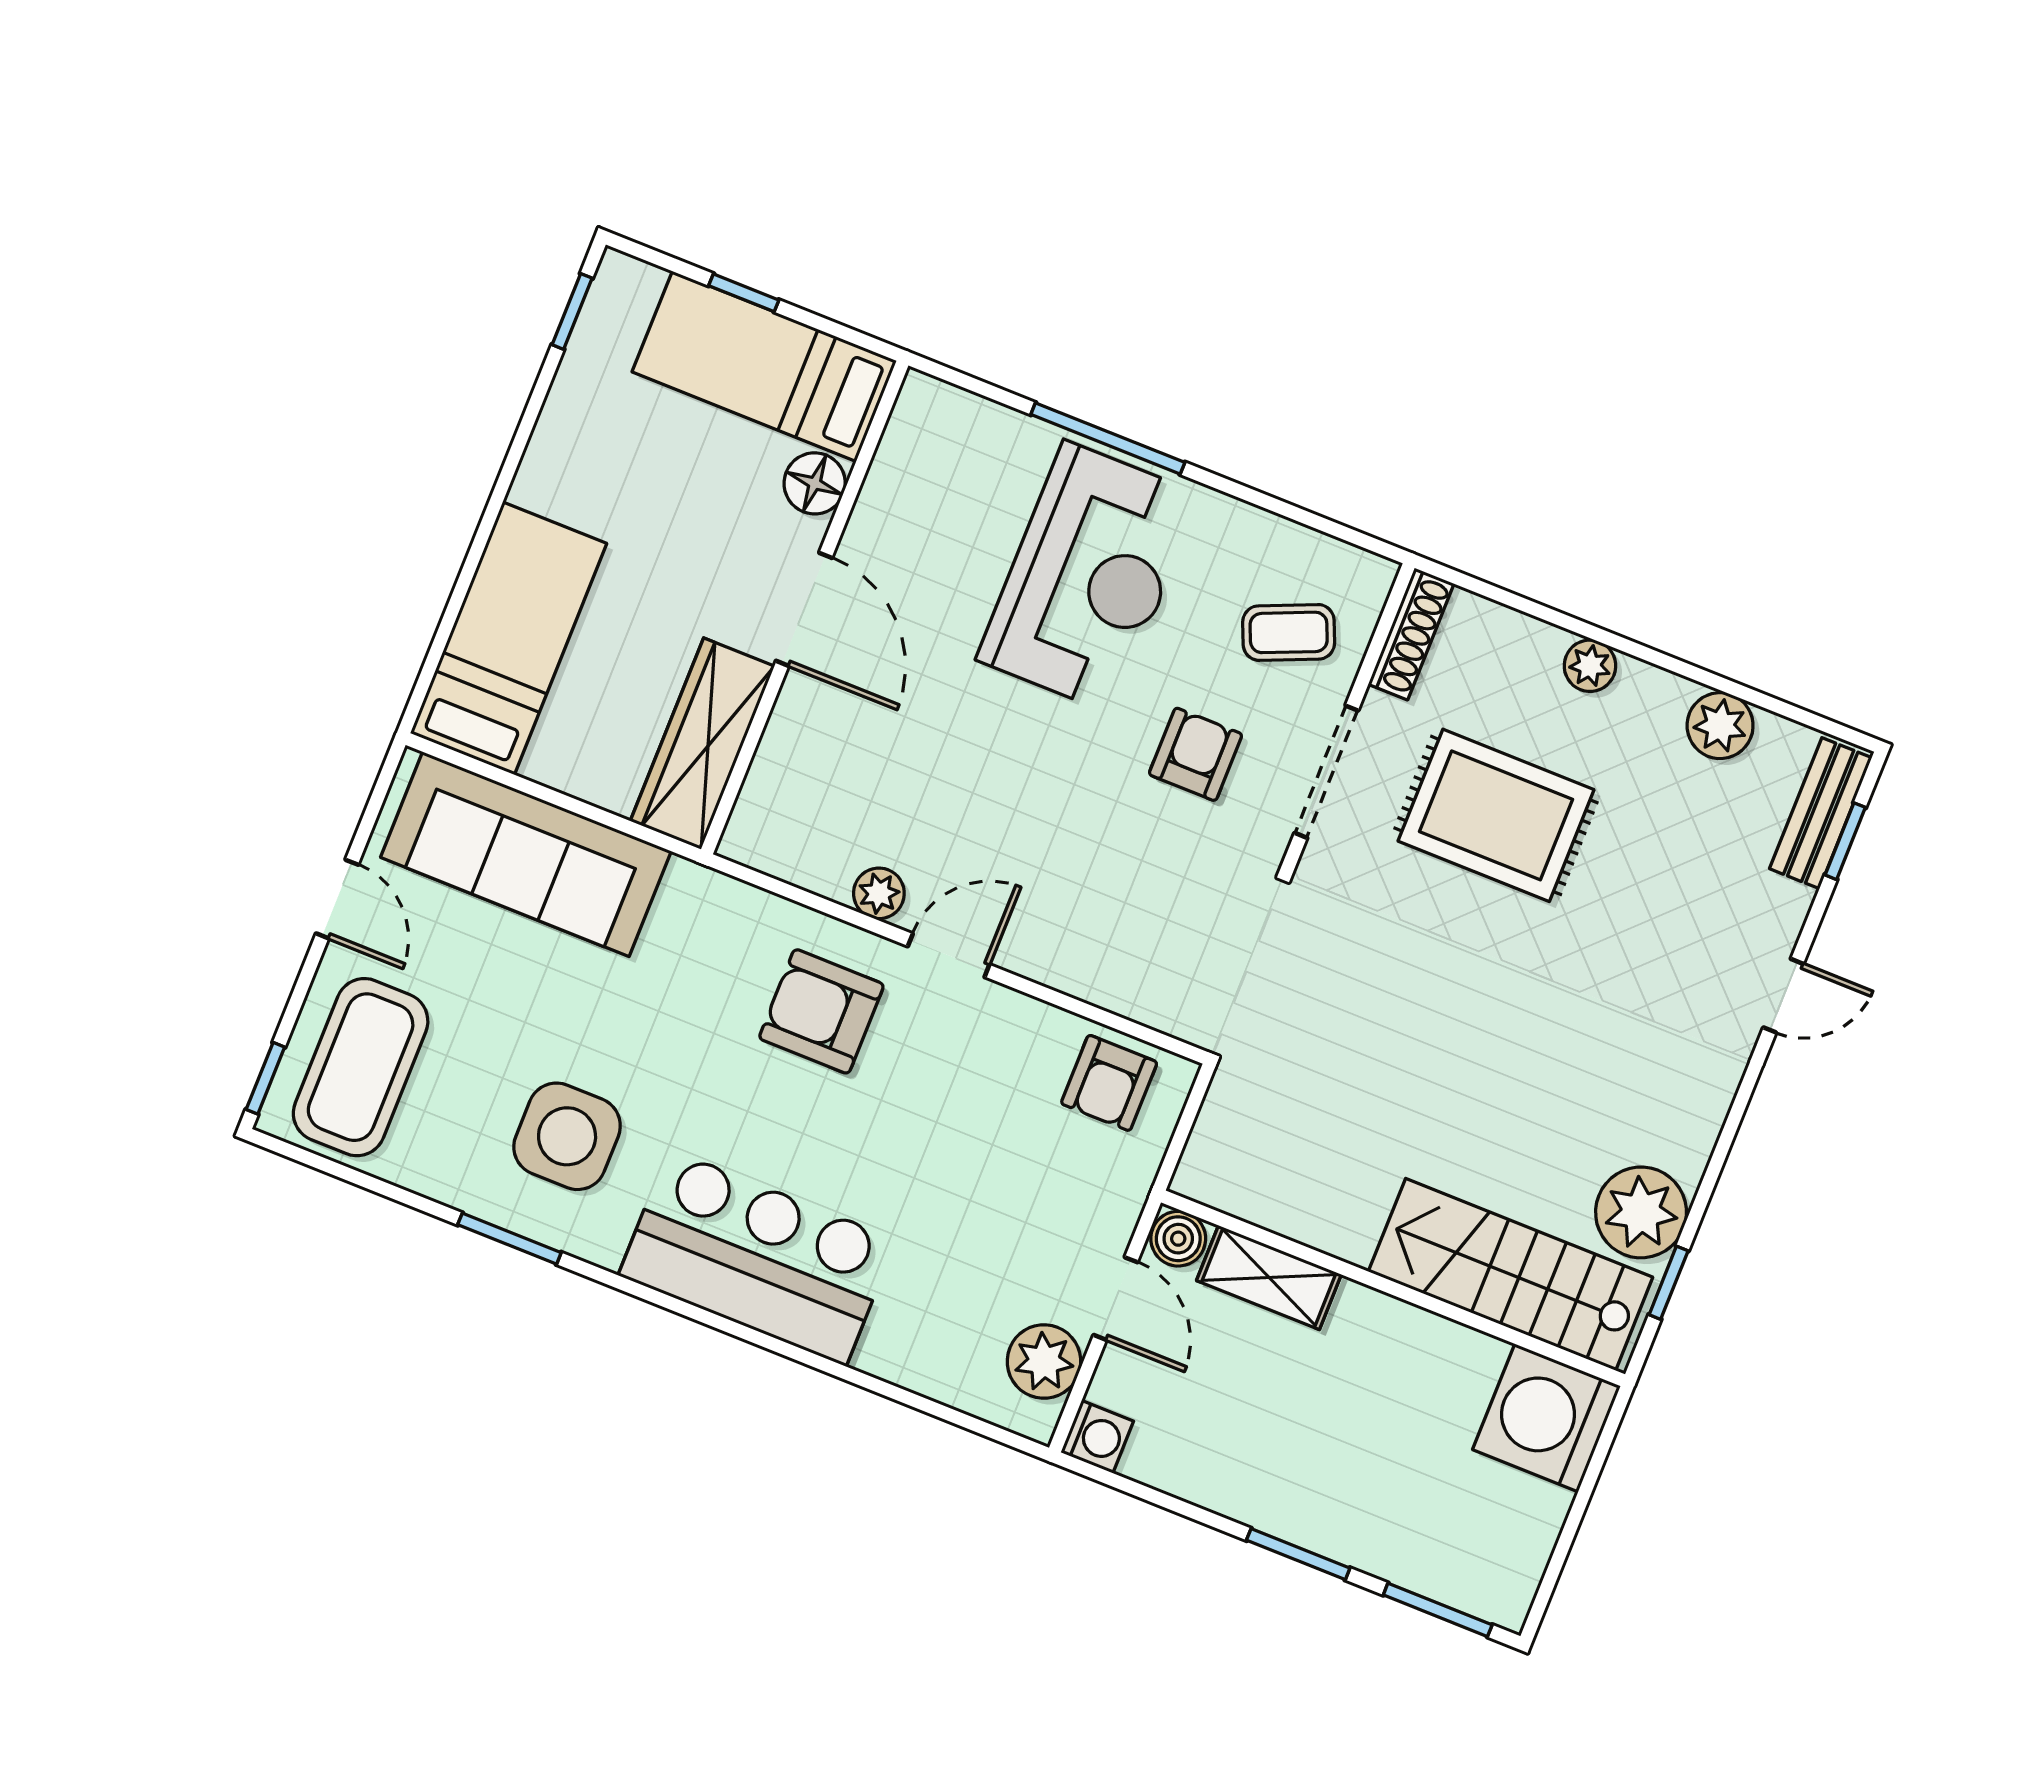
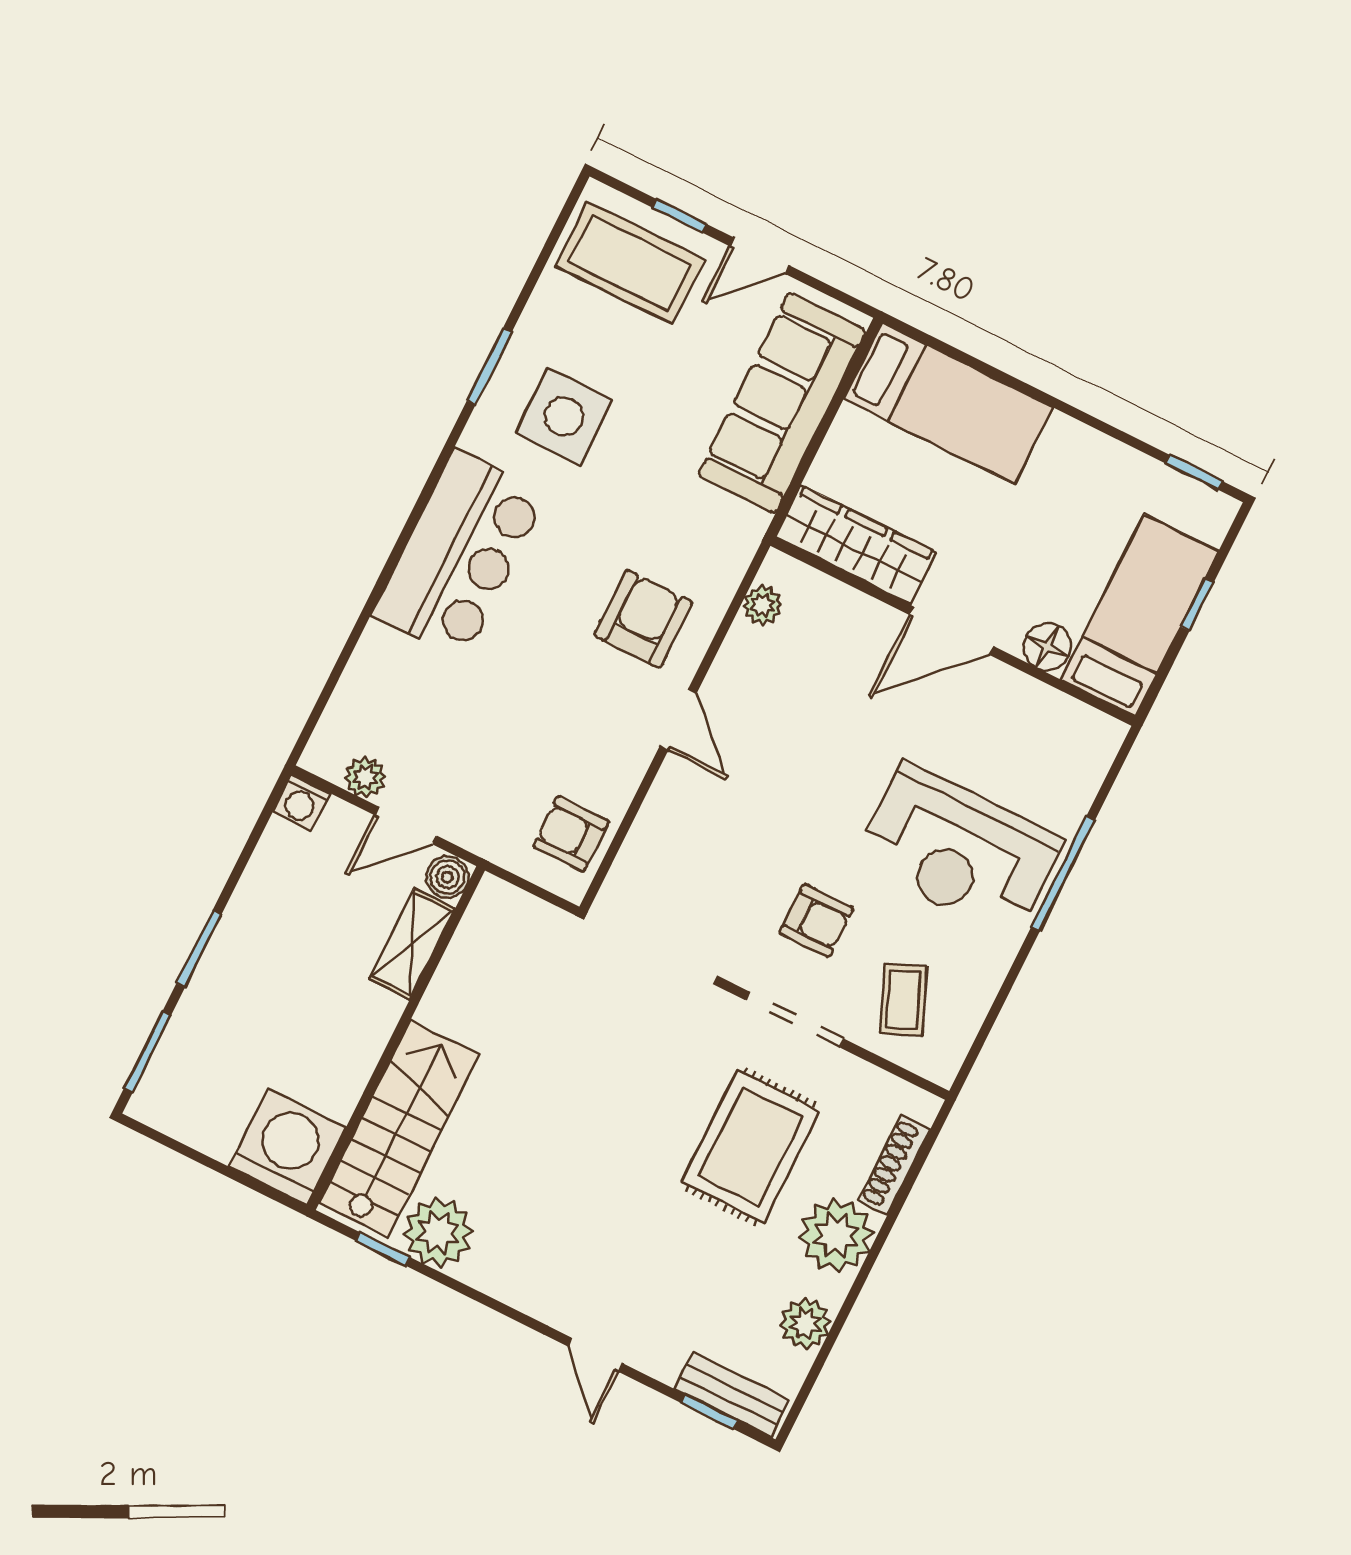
shoe rack: (1411, 634) -> (894, 1165), moved, turned 90
plant: (1590, 666) -> (836, 1235), width x1.88, depth x1.88
plant: (879, 893) -> (762, 605), moved
window: (265, 1078) -> (679, 216), moved
plant: (1044, 1362) -> (365, 777), width x0.73, depth x0.73

